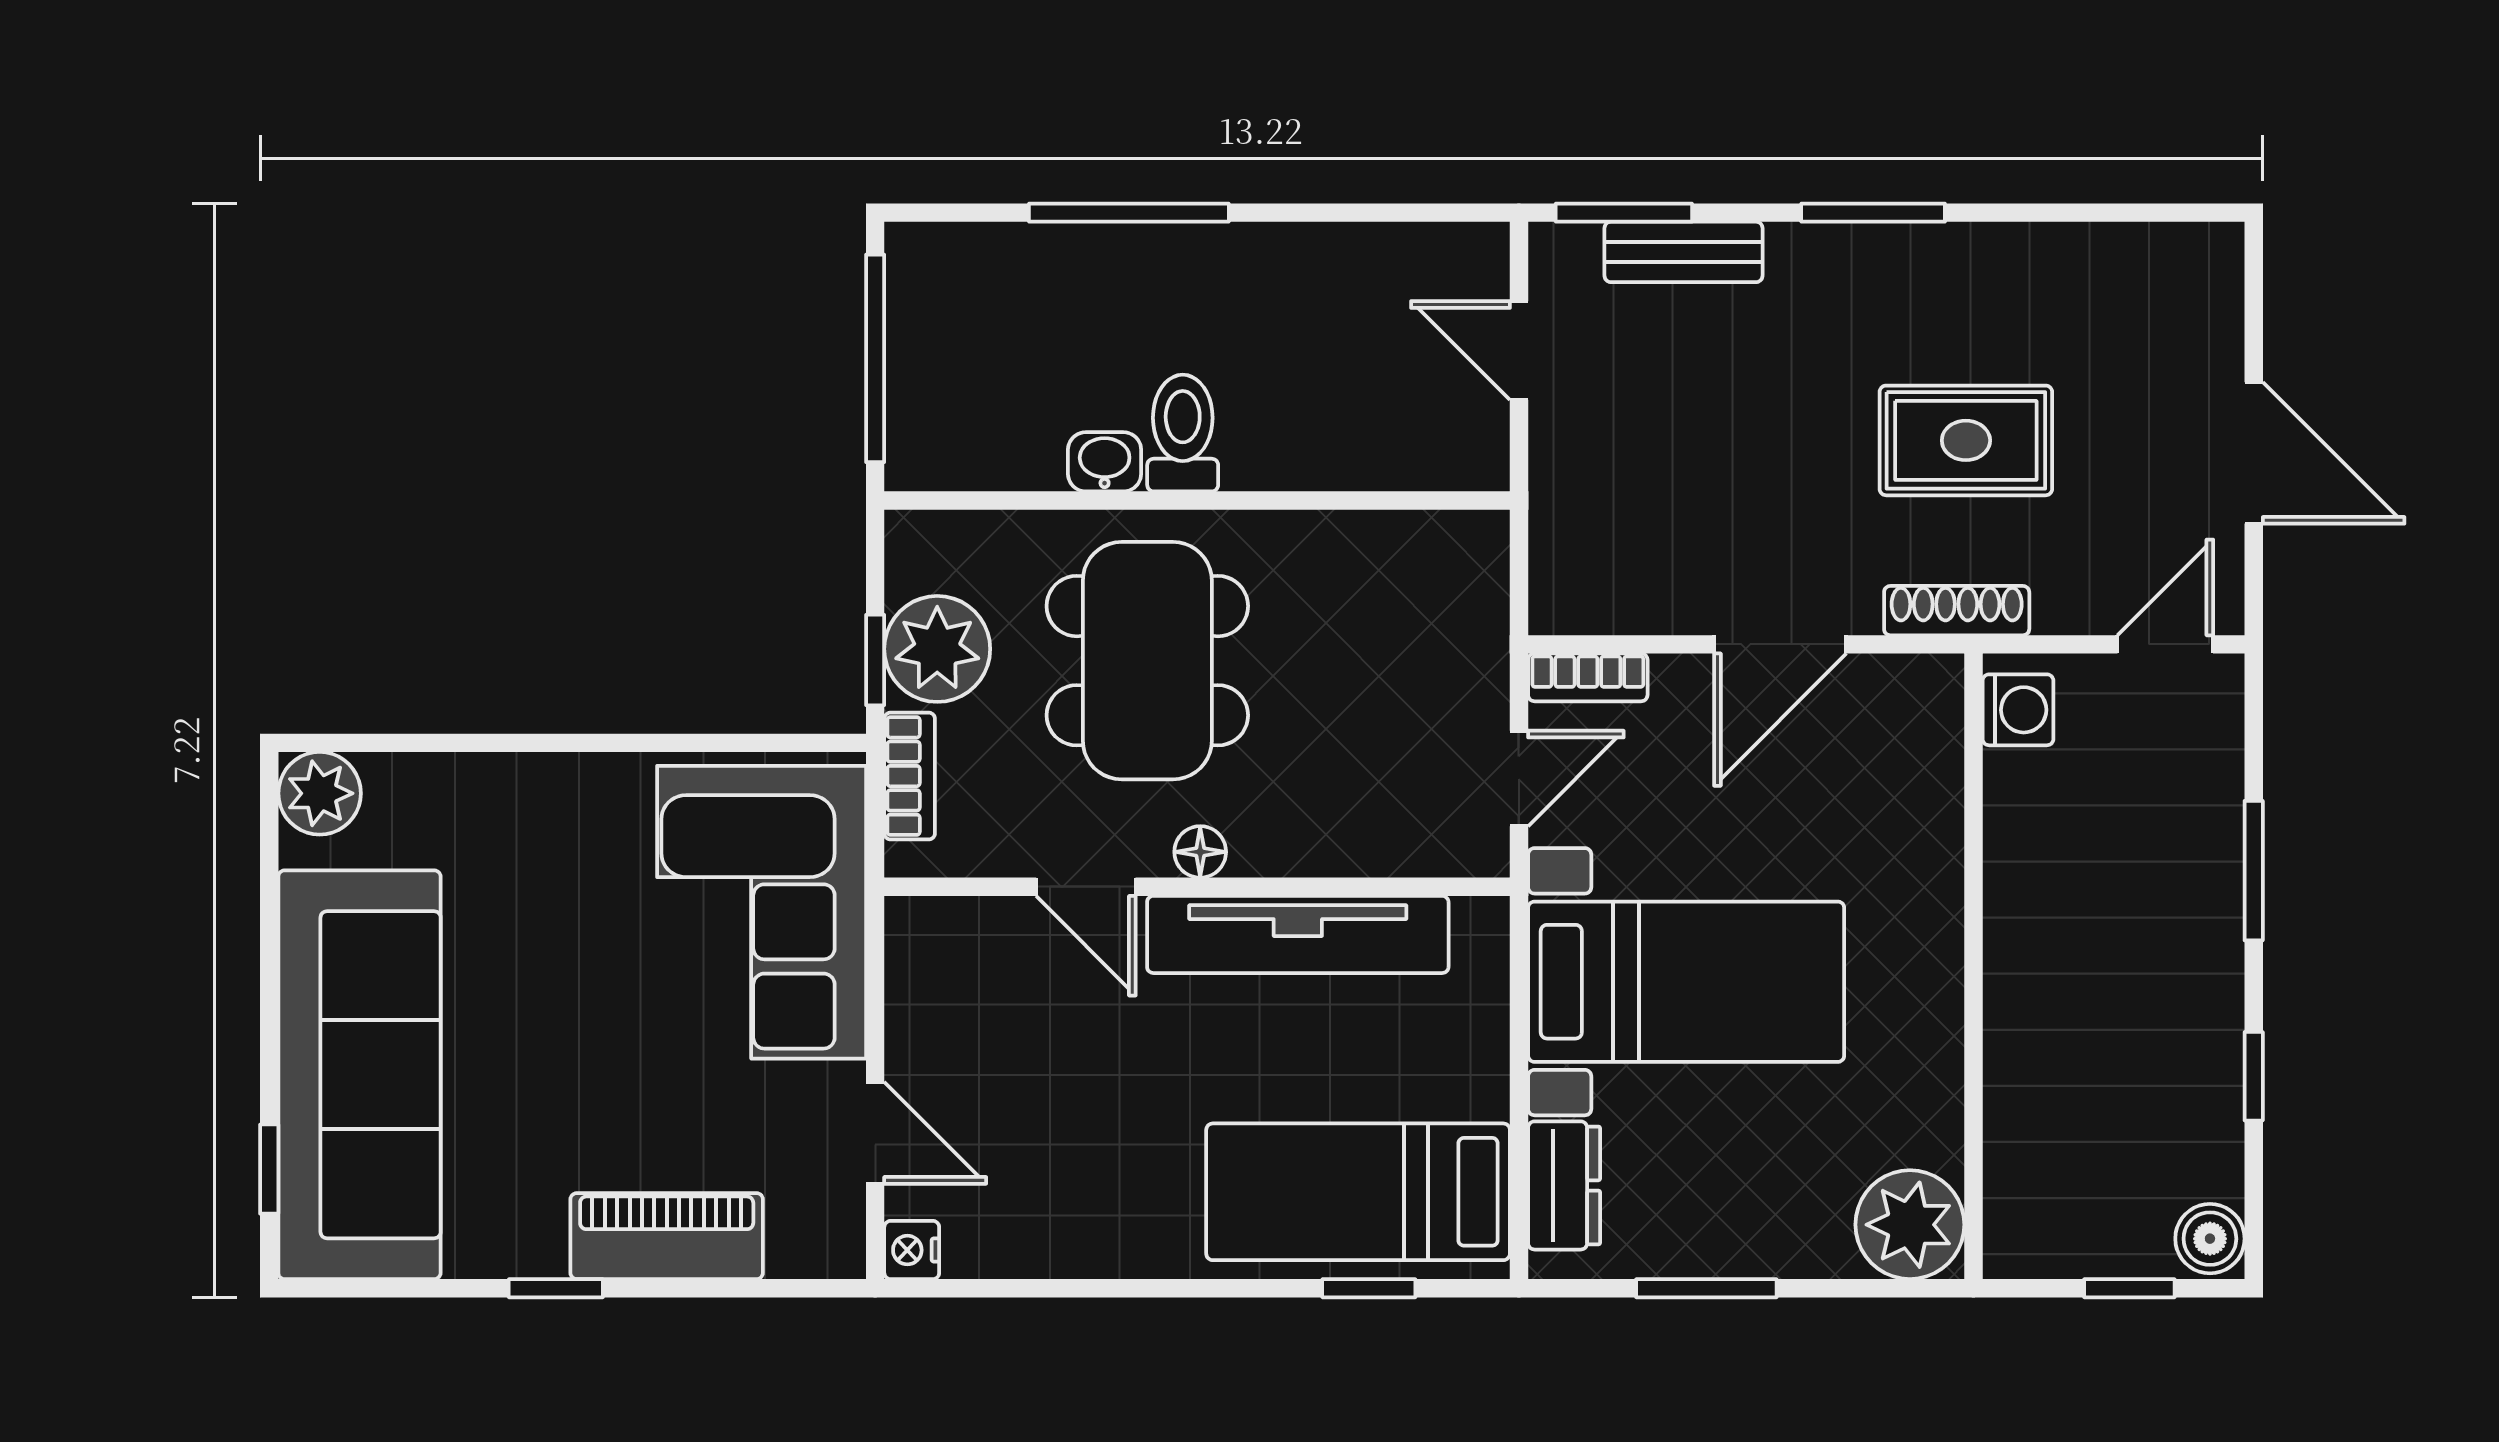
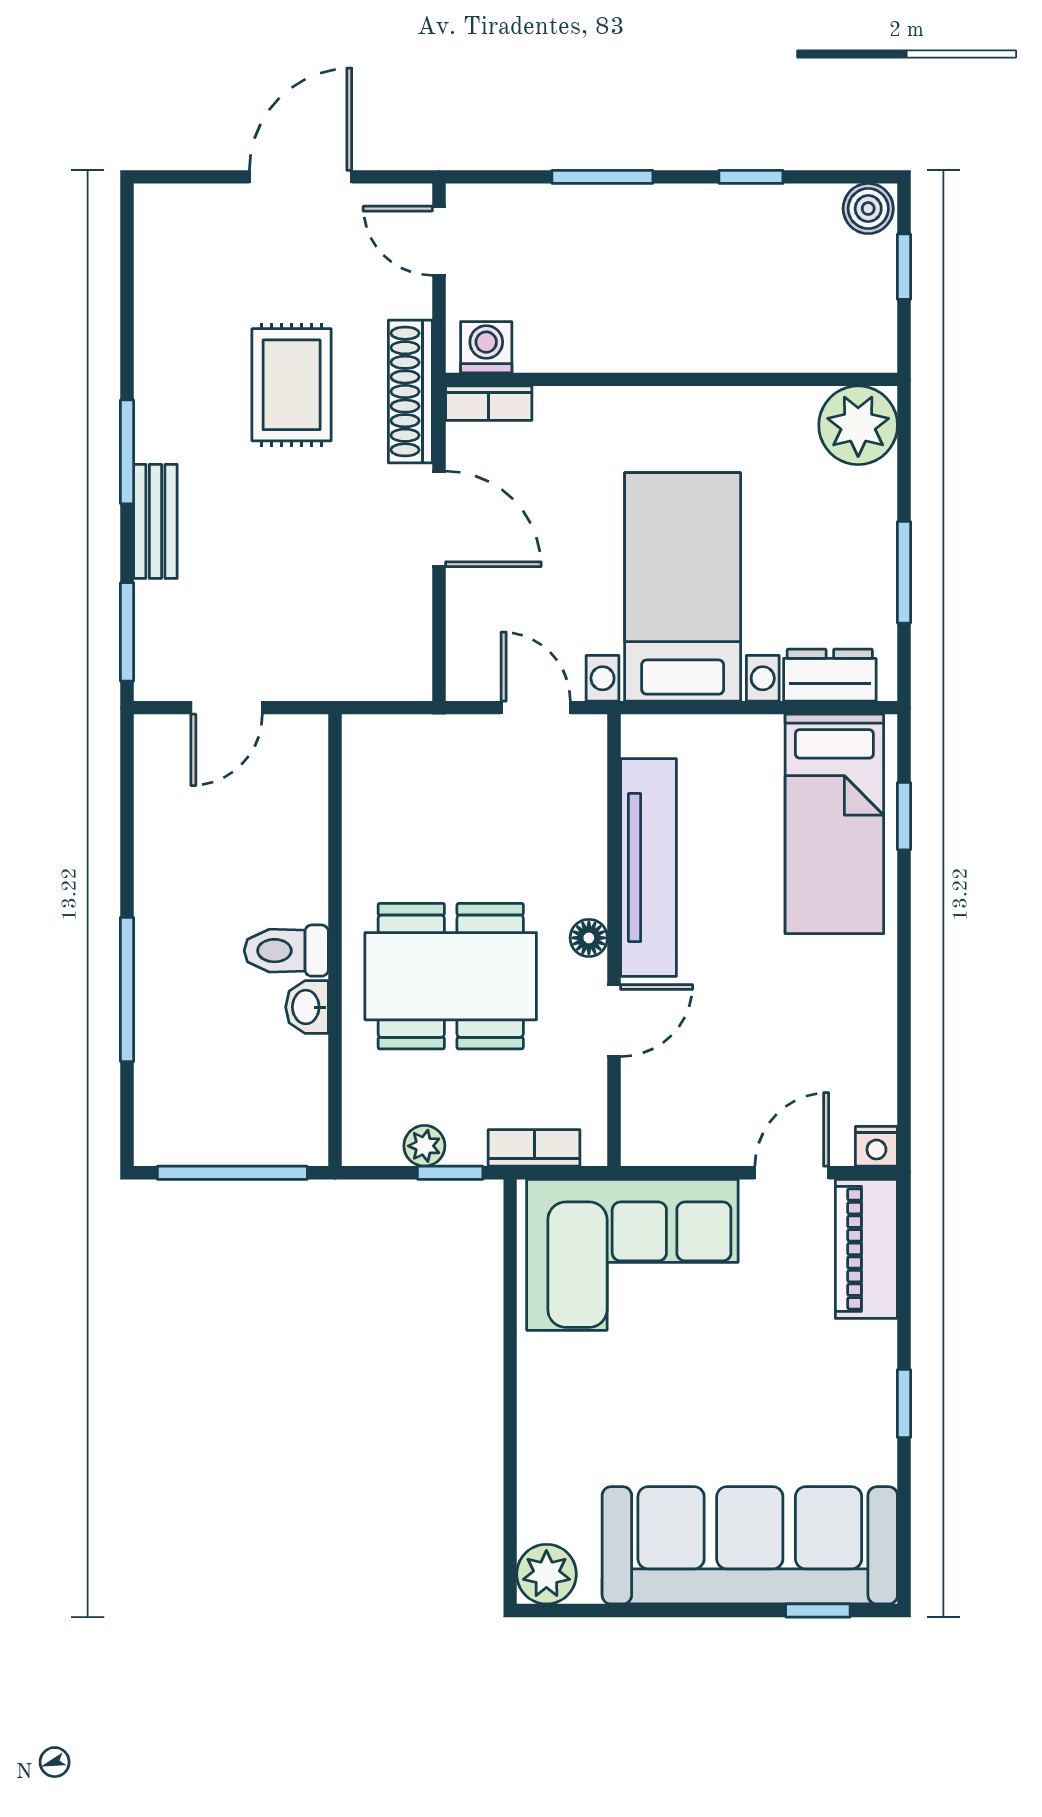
bench: (1683, 252) -> (155, 521), moved
shoe rack: (1957, 611) -> (410, 392), width x1.36, depth x1.24
plant: (937, 649) -> (424, 1146), width x0.53, depth x0.53
bookcase: (1588, 677) -> (489, 403), moved, turned 90
piano: (667, 1236) -> (866, 1249), moved

